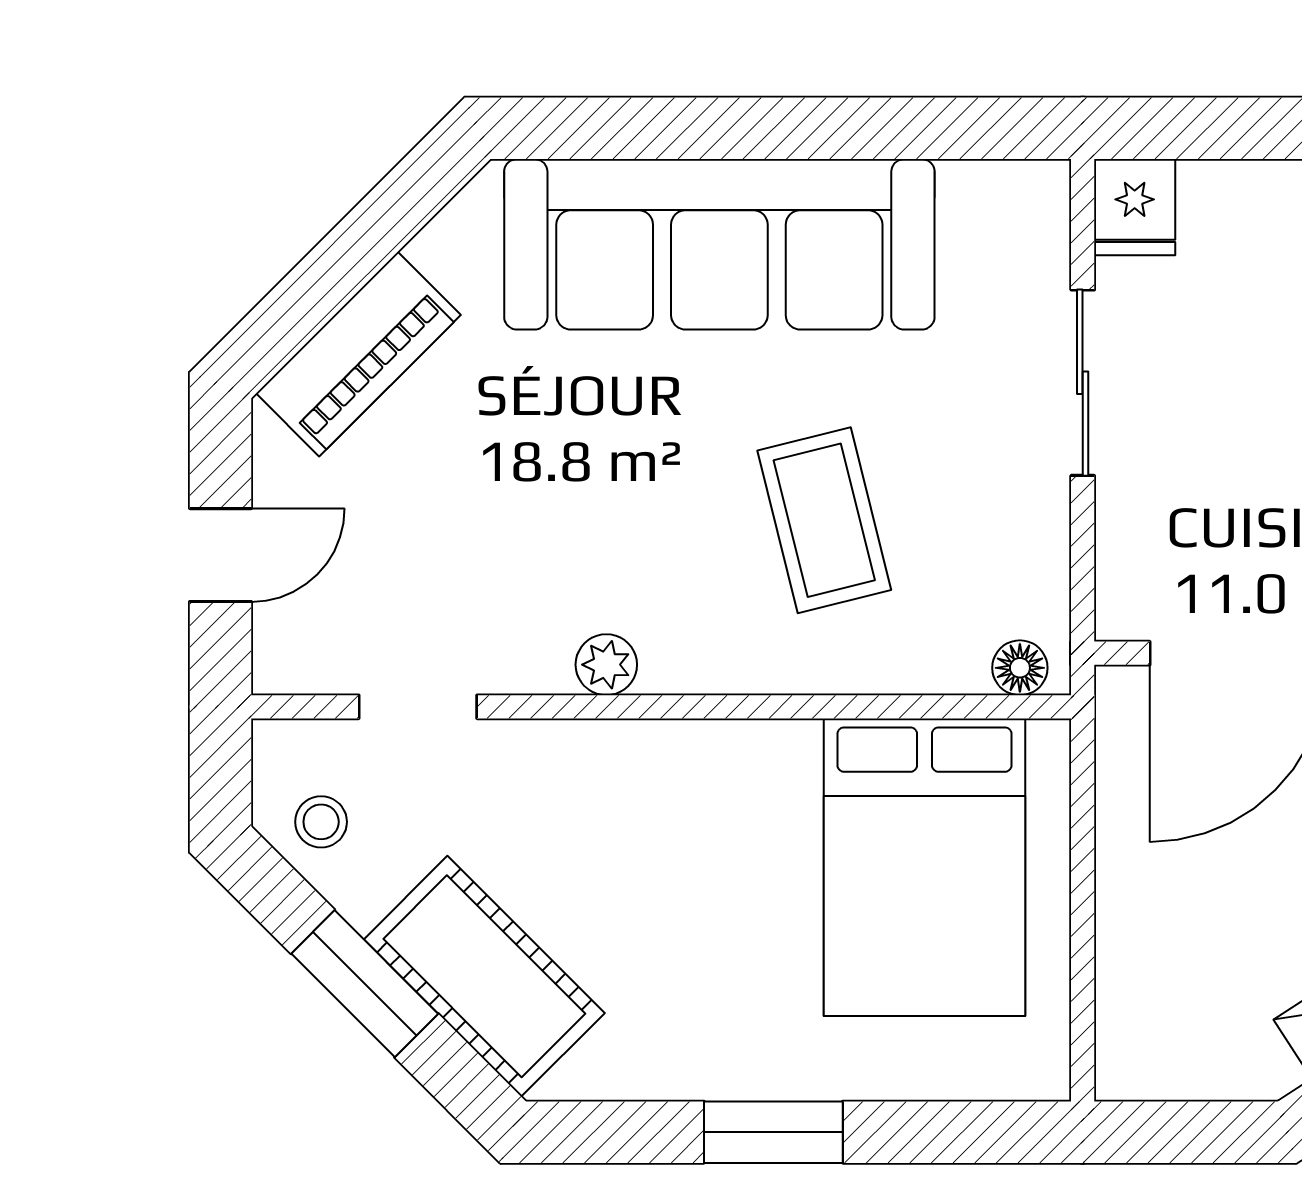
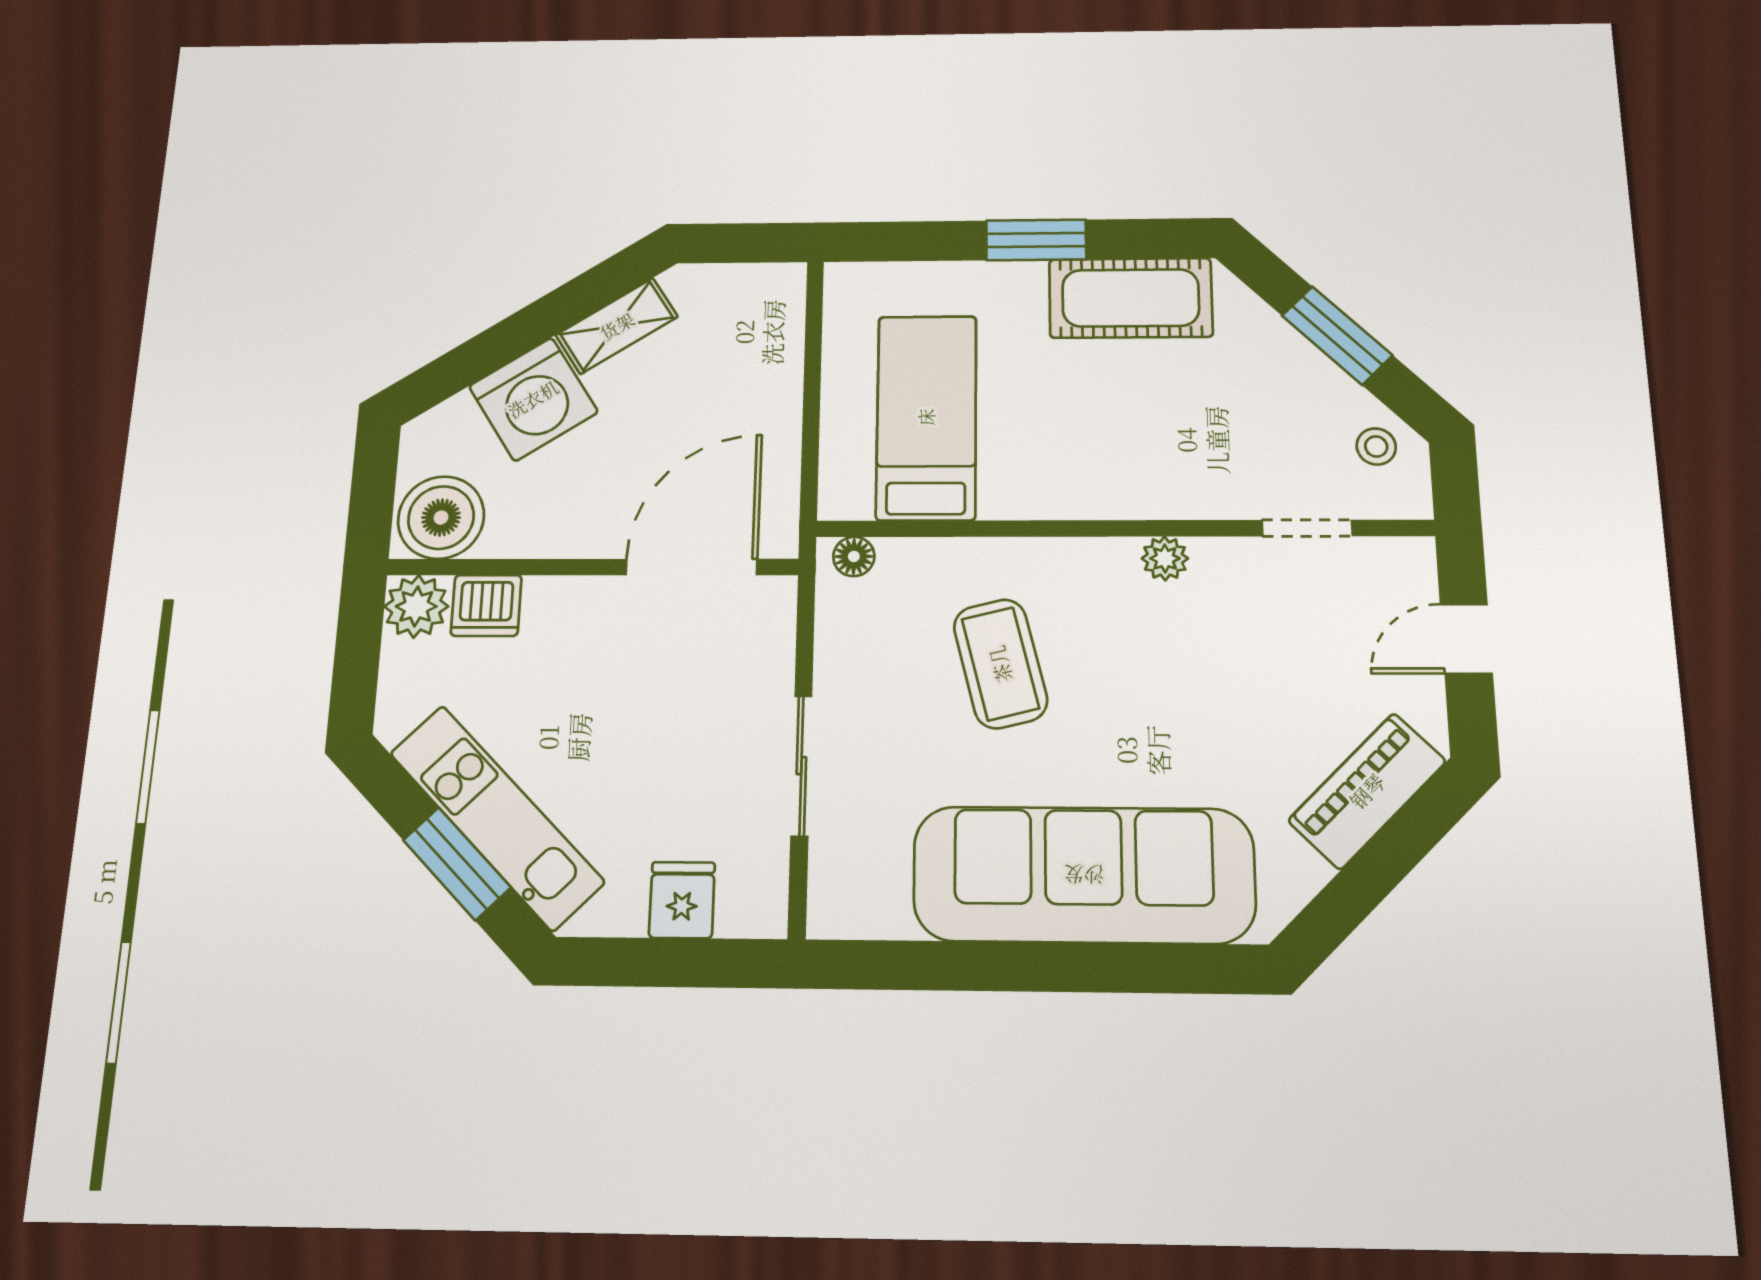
fridge: (1135, 207) -> (682, 900), moved
bed: (924, 867) -> (926, 417), width x0.67
cot: (484, 976) -> (1131, 298), moved, turned -45

